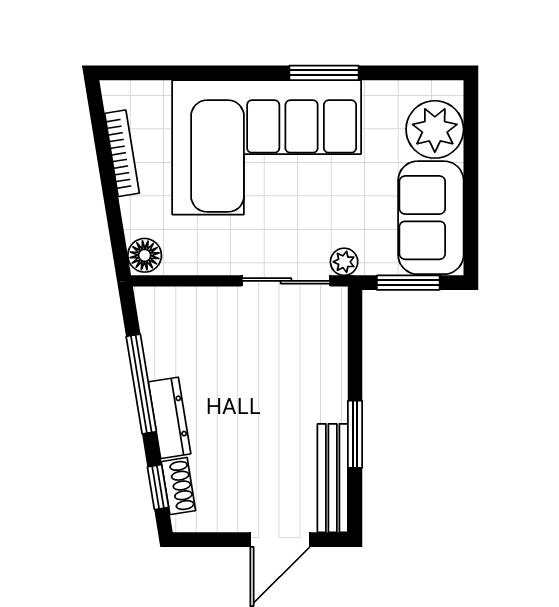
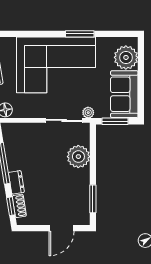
plant: (320, 367) -> (78, 157), added
dresser: (169, 418) -> (16, 182), width x0.70
window: (355, 434) -> (93, 199), moved
bench: (333, 478) -> (83, 203), removed

